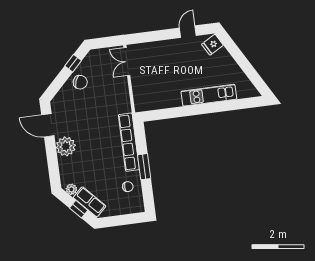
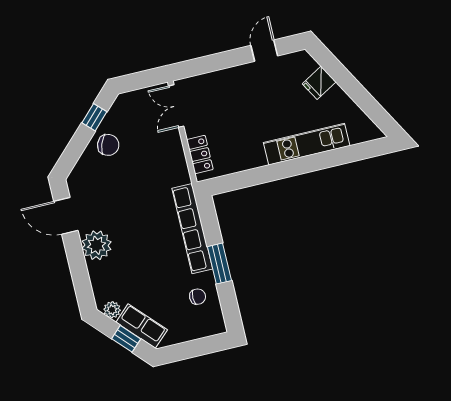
fridge: (212, 45) -> (319, 83), moved
locker: (139, 95) -> (200, 155), added

